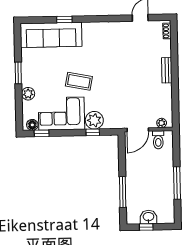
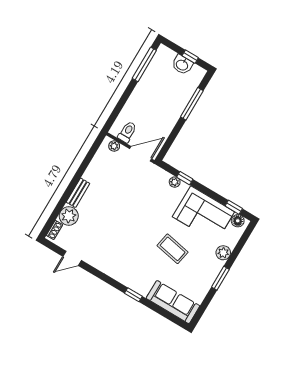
window: (64, 19) -> (133, 295), moved
sofa: (51, 35) -> (173, 302), width x0.74, depth x0.79
plant: (163, 48) -> (69, 216), added
coffee table: (79, 81) -> (173, 249), moved
plant: (94, 120) -> (175, 182), width x0.53, depth x0.53
window: (177, 183) -> (144, 64), moved

